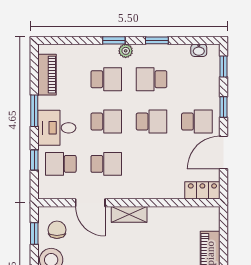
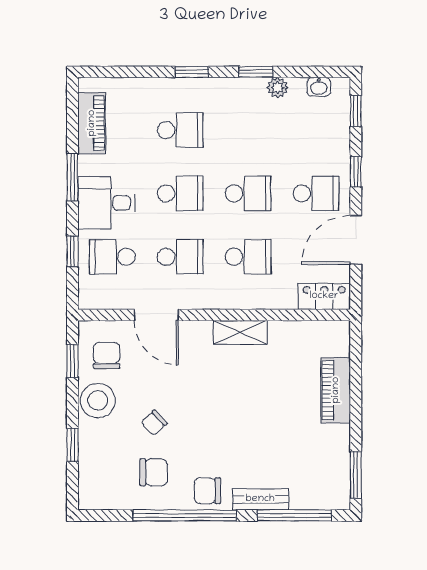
plant: (126, 51) -> (278, 88), moved
school desk: (152, 79) -> (248, 257), moved, turned 180
shelving: (129, 214) -> (240, 332), moved

